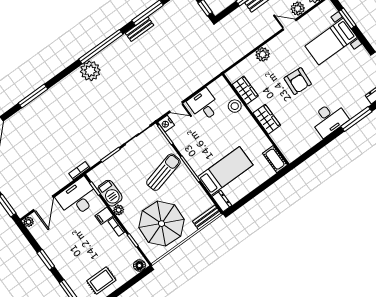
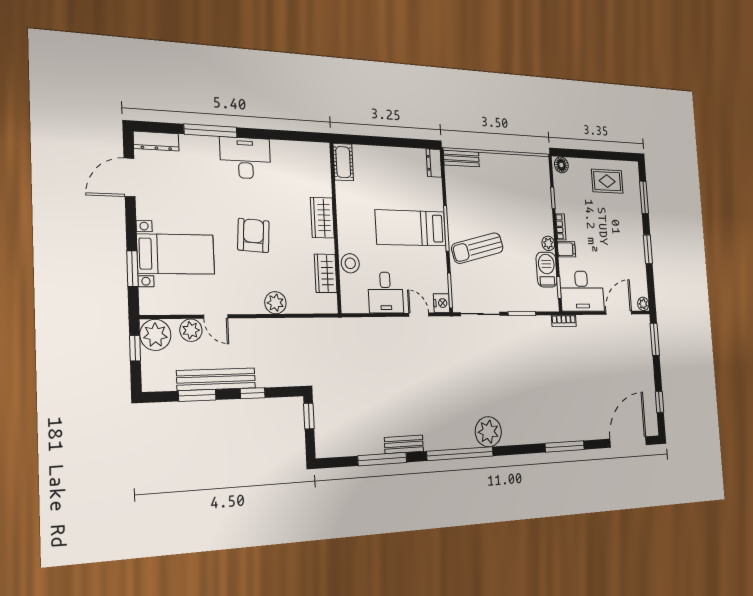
bed: (225, 171) -> (411, 228), moved
parasol: (162, 224) -> (513, 192), removed

